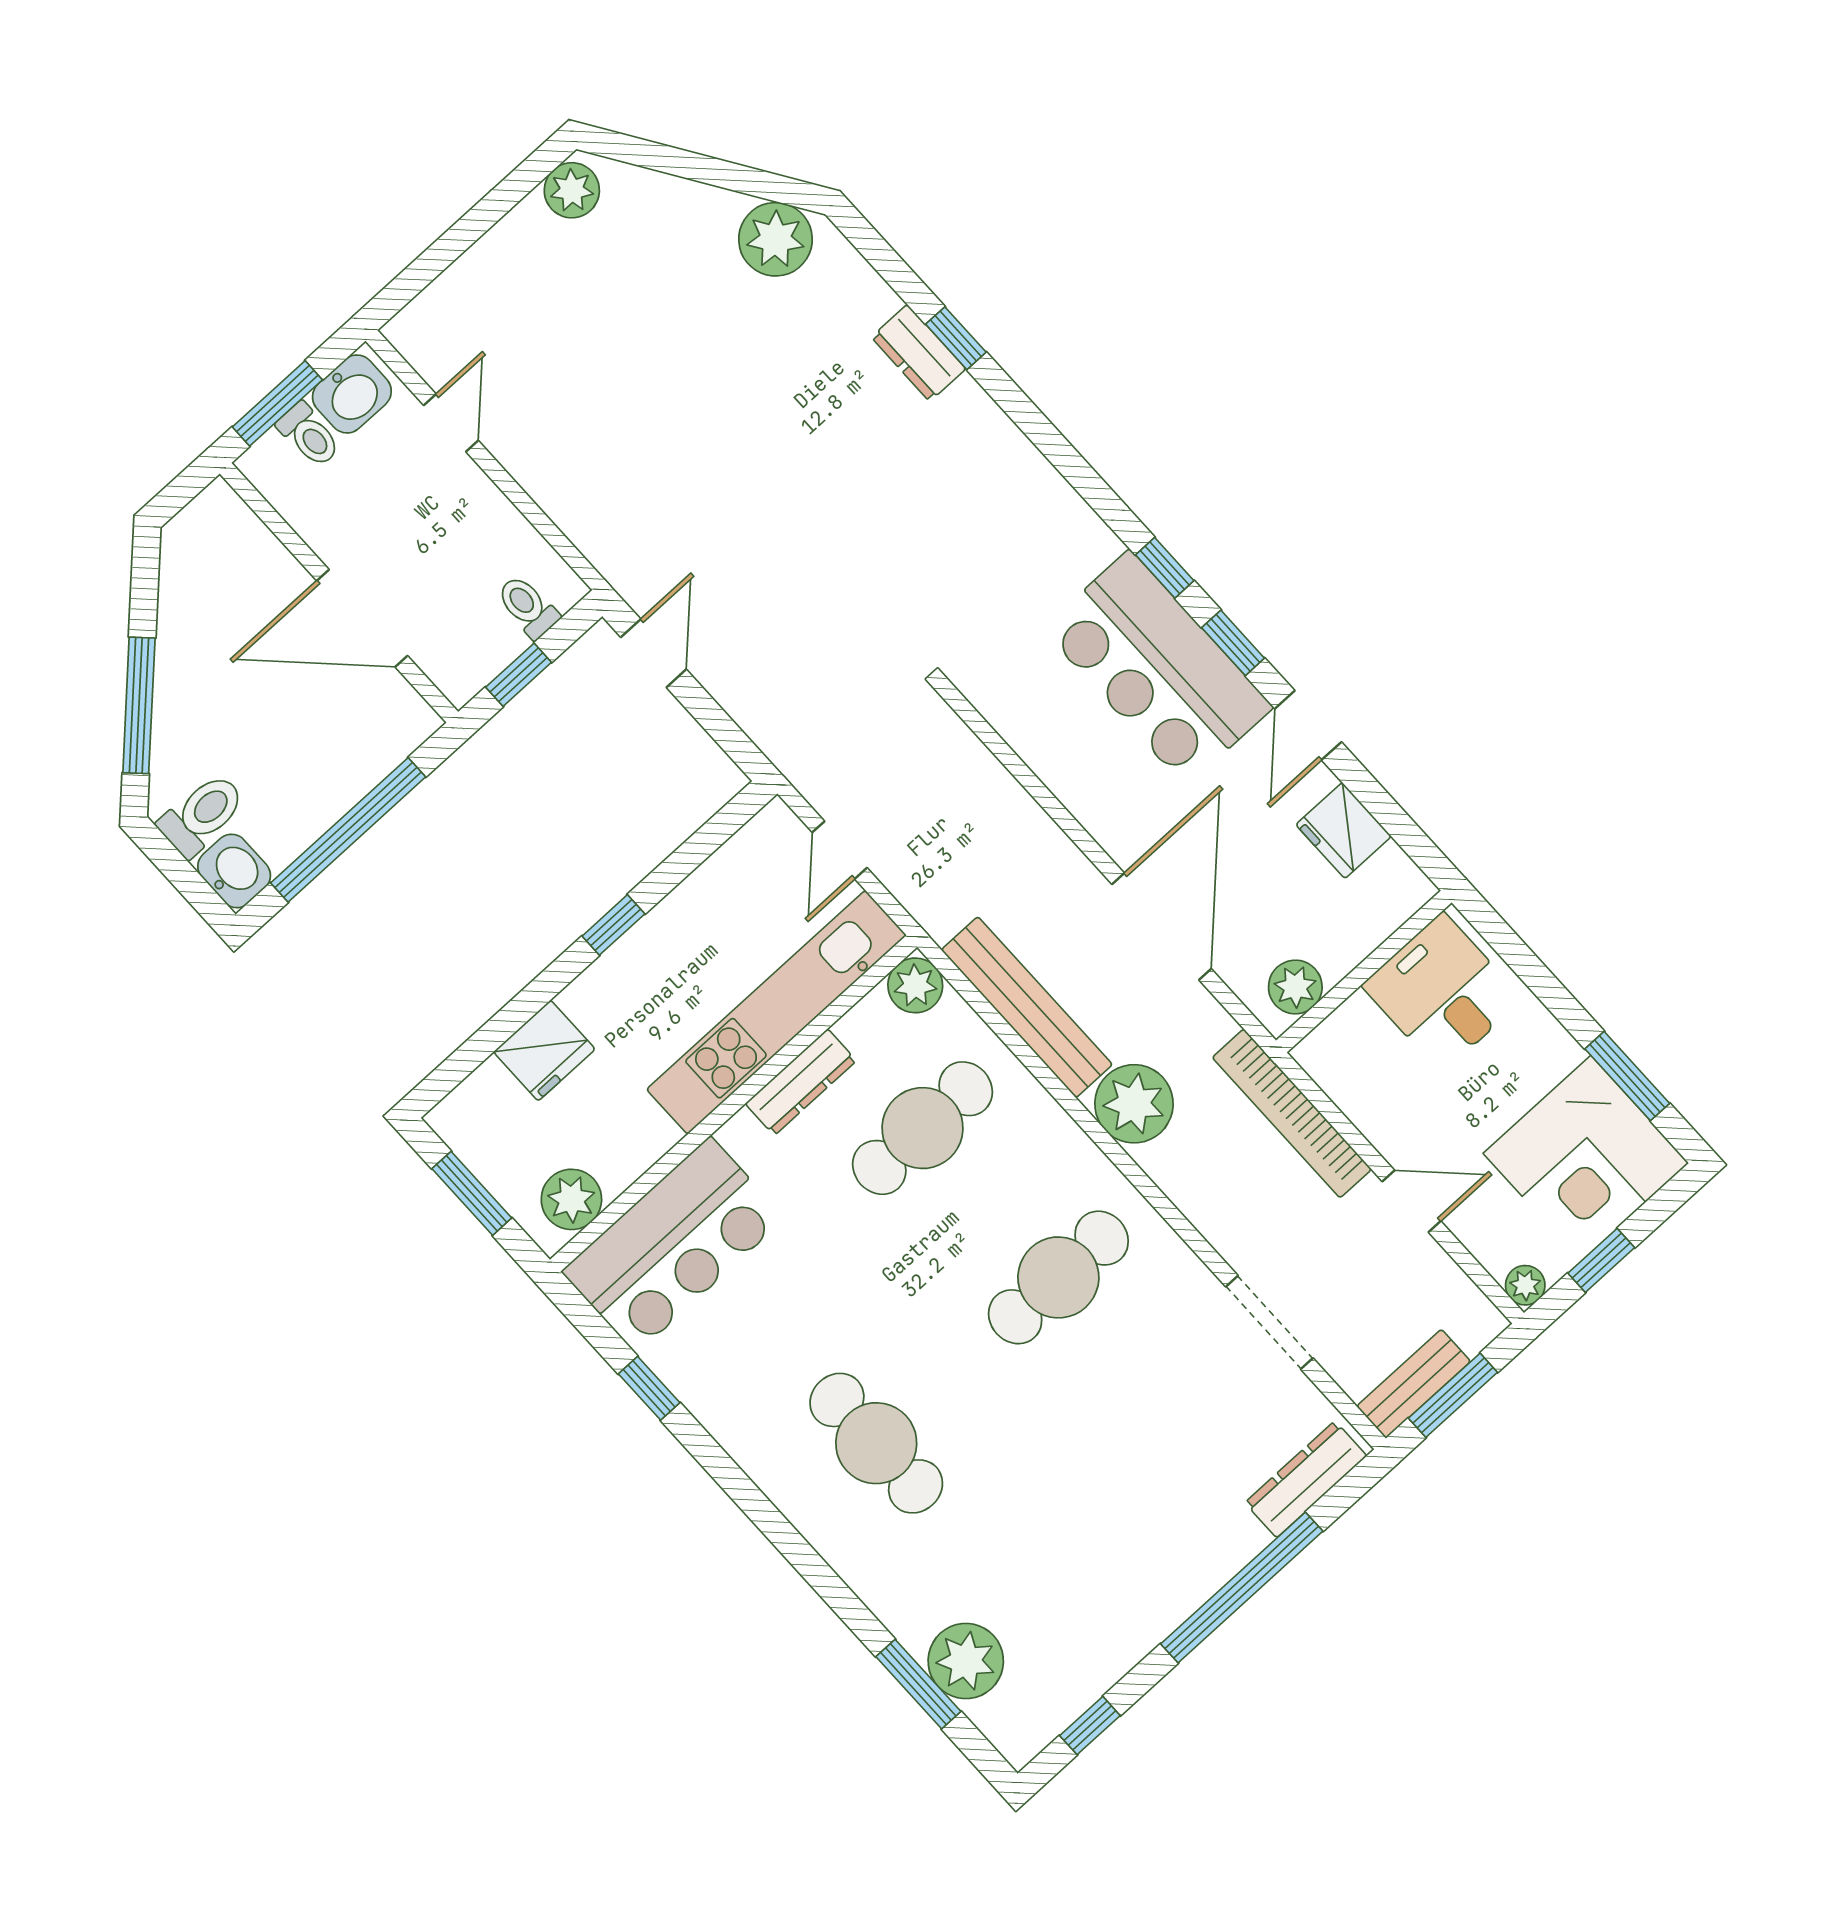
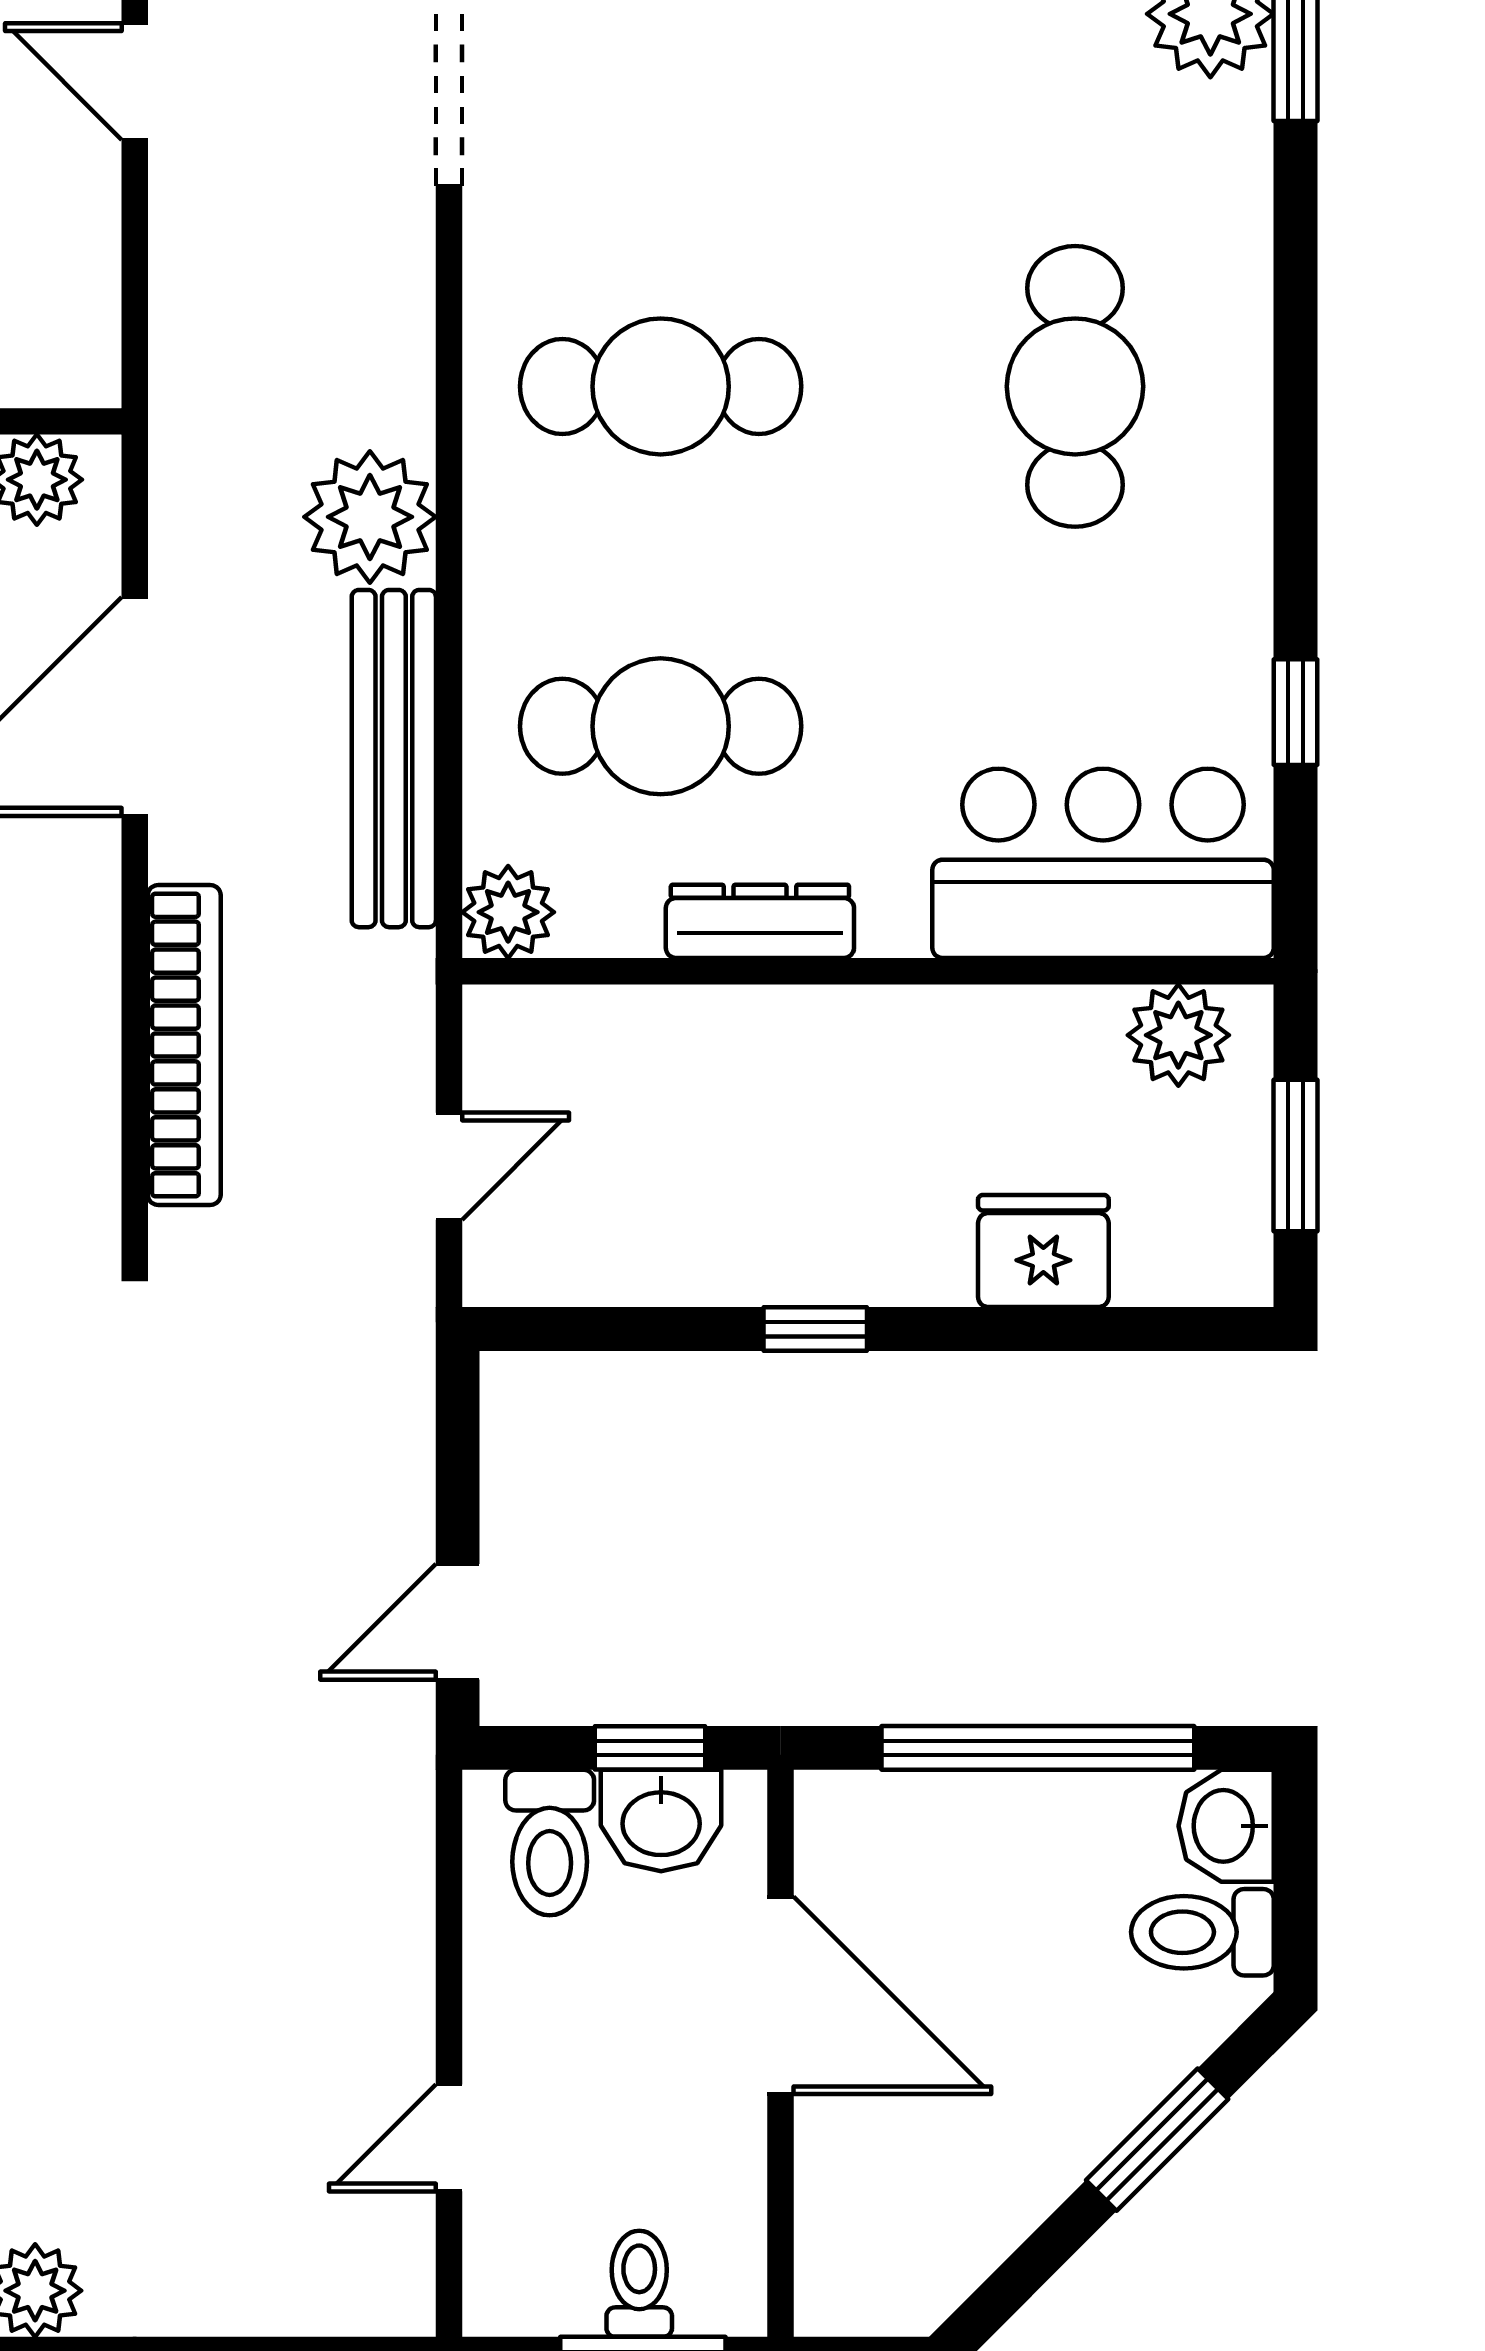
washbasin: (352, 394) -> (661, 1821), moved, turned 180
toilet: (528, 607) -> (550, 1843), width x1.37, depth x1.39
window: (139, 705) -> (1157, 2140), width x0.69
kitchen unit: (776, 1012) -> (711, 1036), removed
bookcase: (1292, 1113) -> (184, 1045), moved

